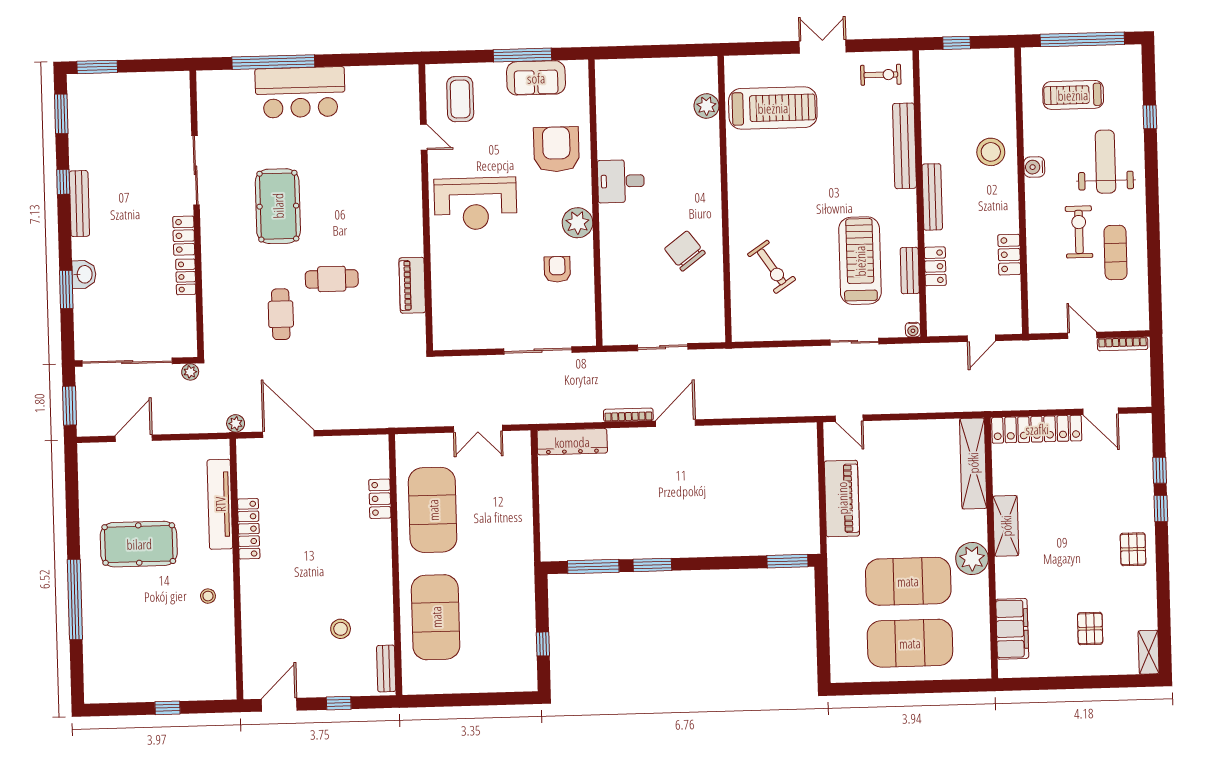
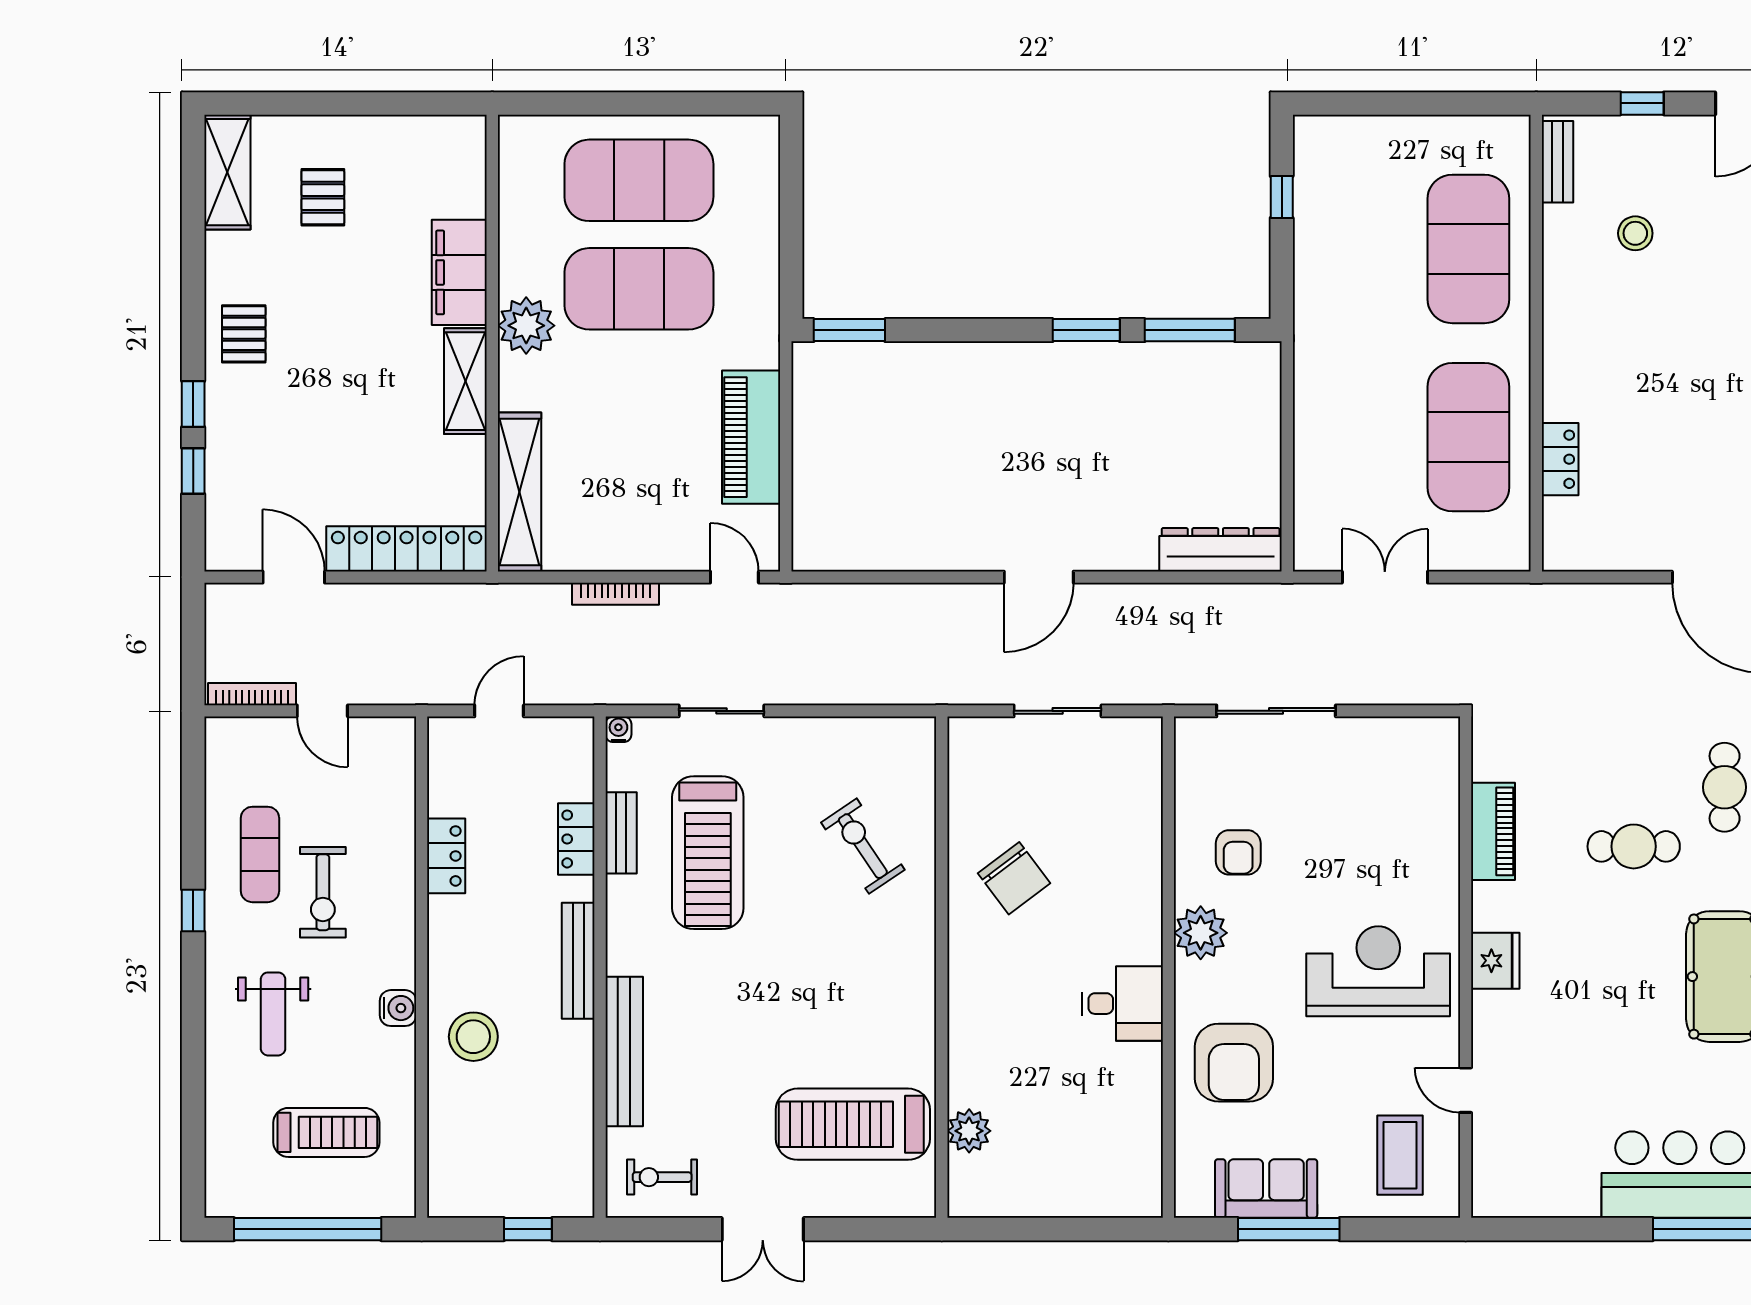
window: (1150, 117) -> (193, 911), moved
weight bench: (1105, 162) -> (273, 1014), width x0.73, depth x0.75
fridge: (409, 212) -> (1495, 961), added
bookcase: (628, 415) -> (615, 594), moved
filing cabinet: (1012, 629) -> (459, 272), moved
shelving: (1149, 652) -> (227, 172), width x1.50, depth x1.33

